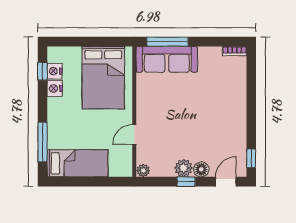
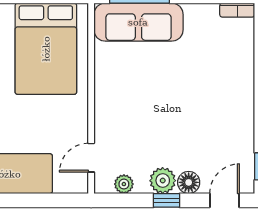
door: (134, 135) -> (91, 158), moved
plant: (143, 170) -> (124, 184), moved

